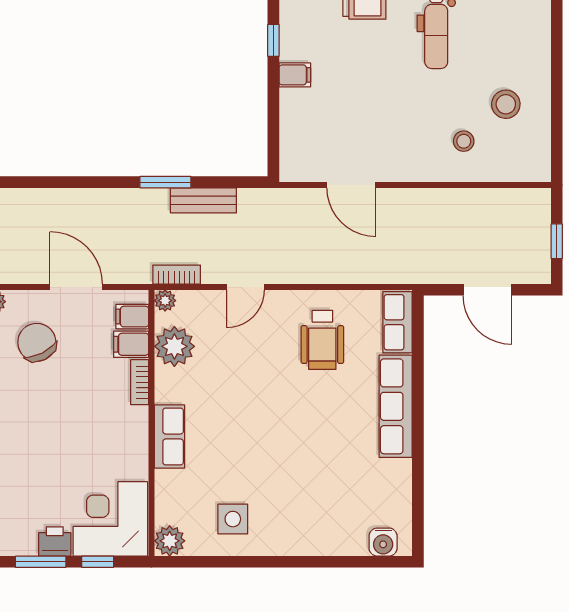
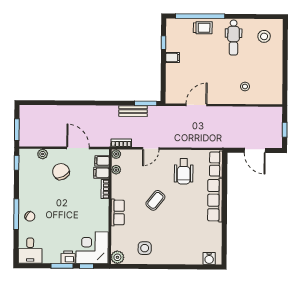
stool: (506, 104) -> (264, 36), moved
window: (165, 182) -> (146, 103), moved
door: (351, 185) -> (197, 105), swing flipped
plant: (174, 346) -> (116, 170), width x0.53, depth x0.53
coffee table: (257, 408) -> (155, 200), added

